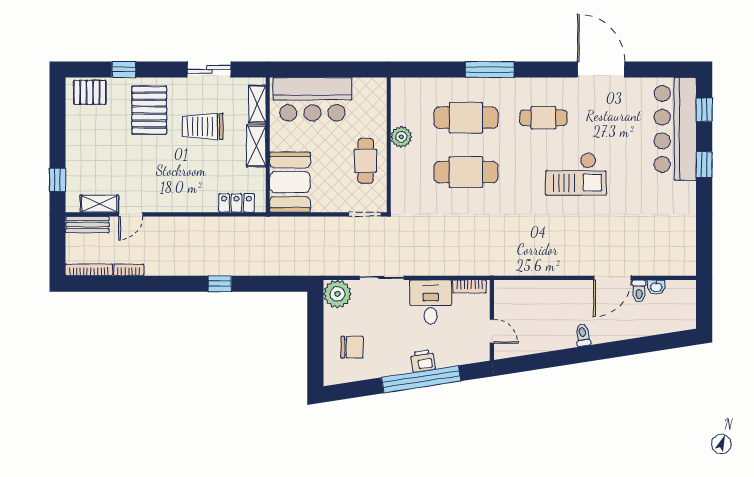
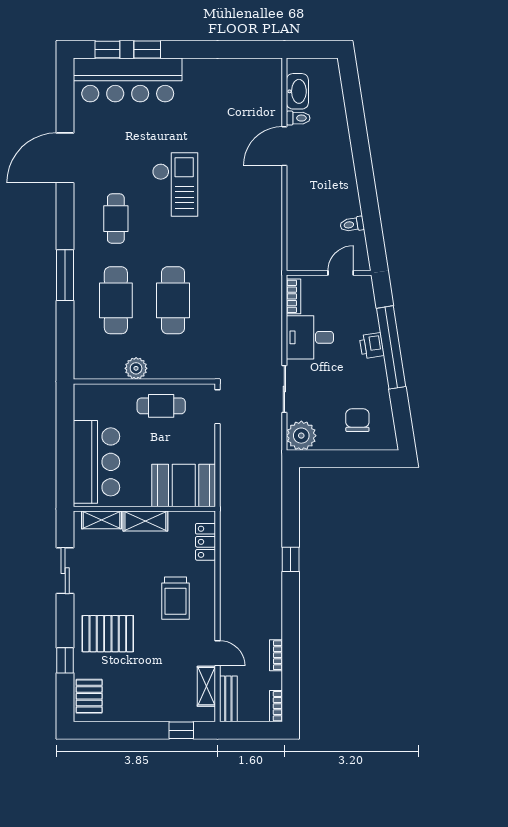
trolley: (203, 127) -> (176, 598), moved
window: (704, 165) -> (147, 49), moved
bookcase: (89, 270) -> (276, 706), width x0.64
door: (612, 278) -> (284, 146), swing flipped
washbasin: (656, 287) -> (297, 91), width x1.91, depth x1.45
toilet: (583, 335) -> (352, 224), moved

